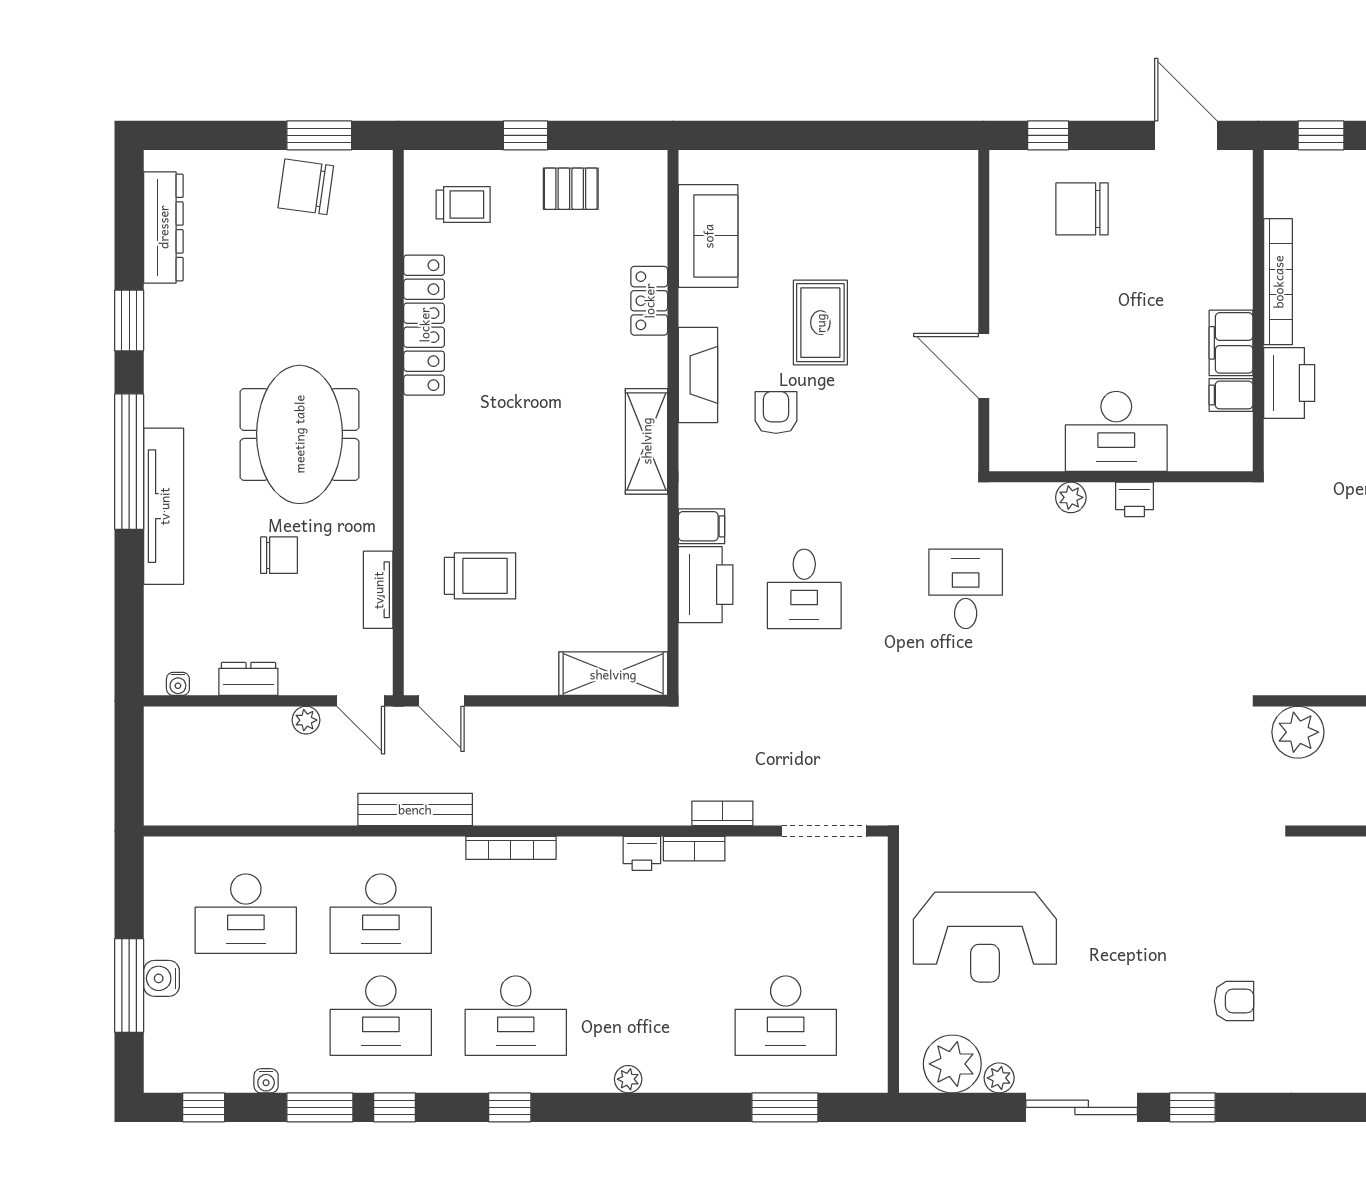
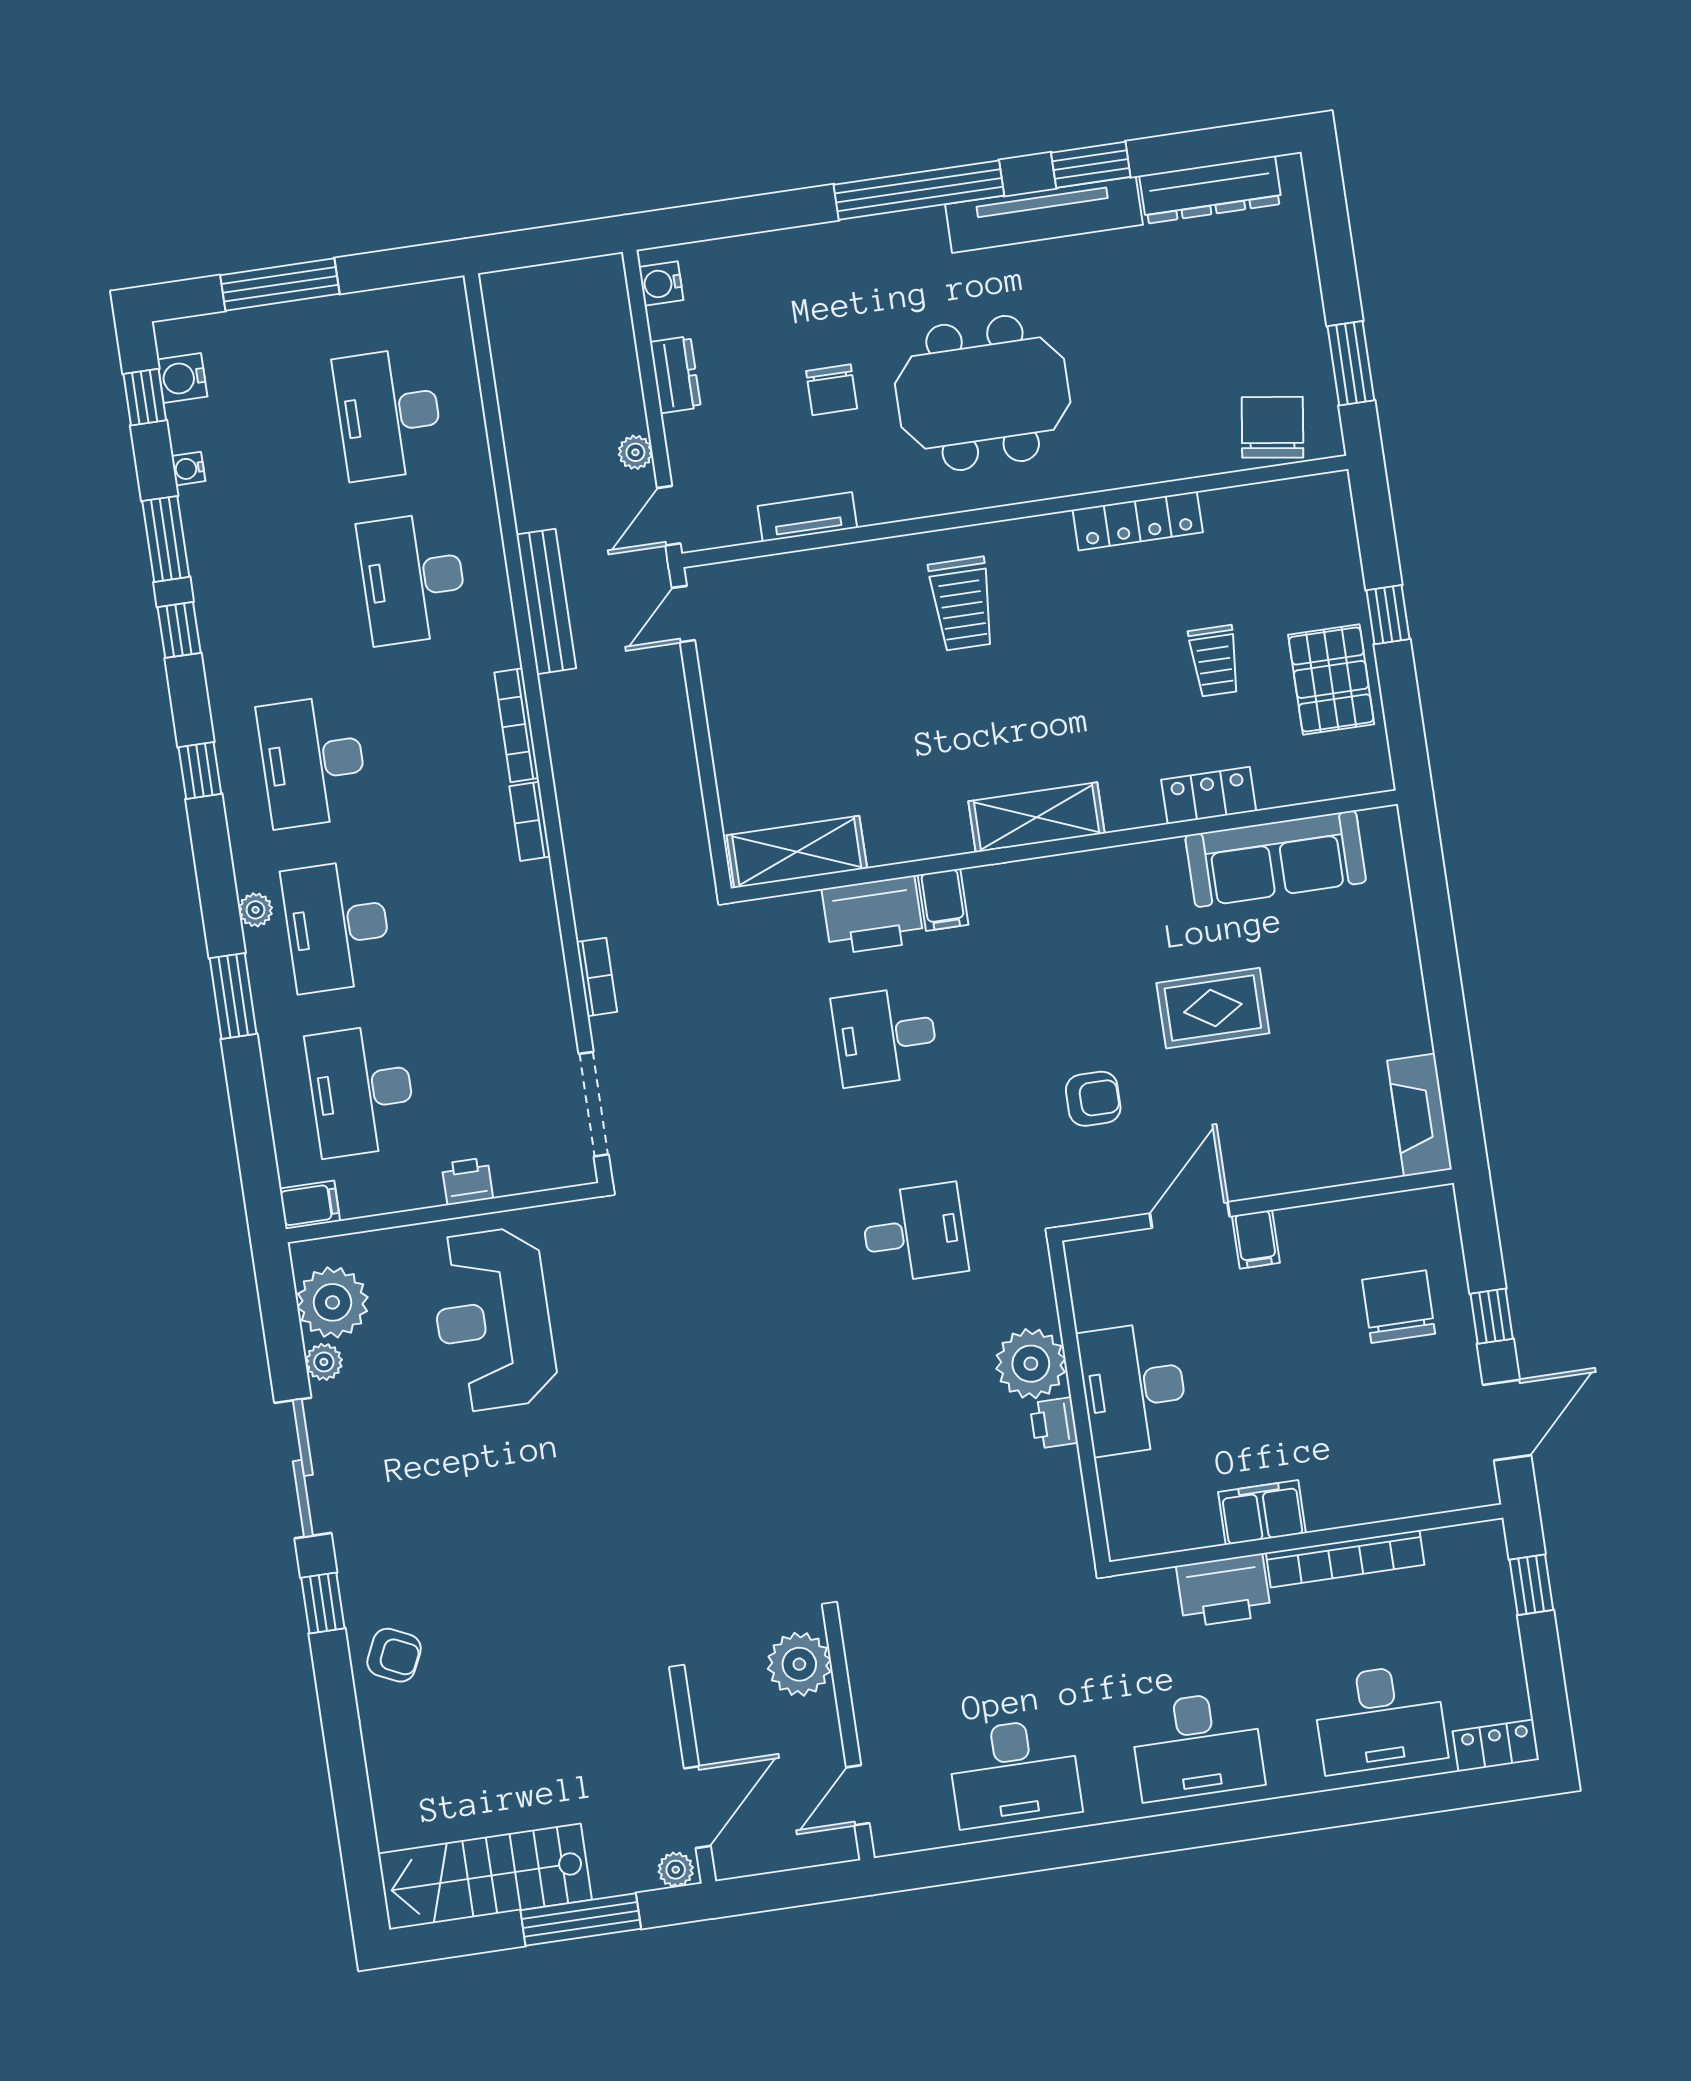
window: (1048, 135) -> (1492, 1316), moved
chair: (306, 187) -> (1272, 427), moved
pallet: (571, 189) -> (1331, 679), width x1.50, depth x1.42
trolley: (463, 205) -> (1214, 661), moved
sofa: (708, 236) -> (1276, 859), width x1.36
locker: (424, 325) -> (1138, 521), width x0.71, depth x0.83
fireplace: (698, 375) -> (1420, 1115), moved, turned 90
filing cabinet: (1231, 395) -> (1256, 1239), moved, turned 180
armchair: (776, 413) -> (1093, 1099), moved
plant: (1071, 497) -> (1031, 1364), width x1.87, depth x1.87
tv unit: (164, 506) -> (1044, 215), moved
trolley: (480, 576) -> (962, 604), moved
shelving: (613, 674) -> (797, 852), moved, turned 90
water cooler: (178, 684) -> (661, 284), width x1.38, depth x1.38
bookcase: (694, 849) -> (530, 821), moved
printer: (642, 853) -> (467, 1181), moved, turned 90
water cooler: (162, 978) -> (182, 378), moved, turned -90
armchair: (1234, 1001) -> (394, 1655), moved, turned -65
desk: (381, 1016) -> (337, 926), moved
filing cabinet: (871, 1071) -> (310, 1205), added
window: (785, 1107) -> (233, 996), moved

